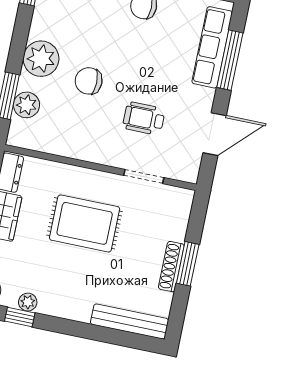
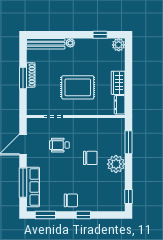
plant: (27, 105) -> (118, 140), removed
wheelchair: (144, 118) -> (59, 145), turned 180
plant: (28, 302) -> (70, 43), moved

